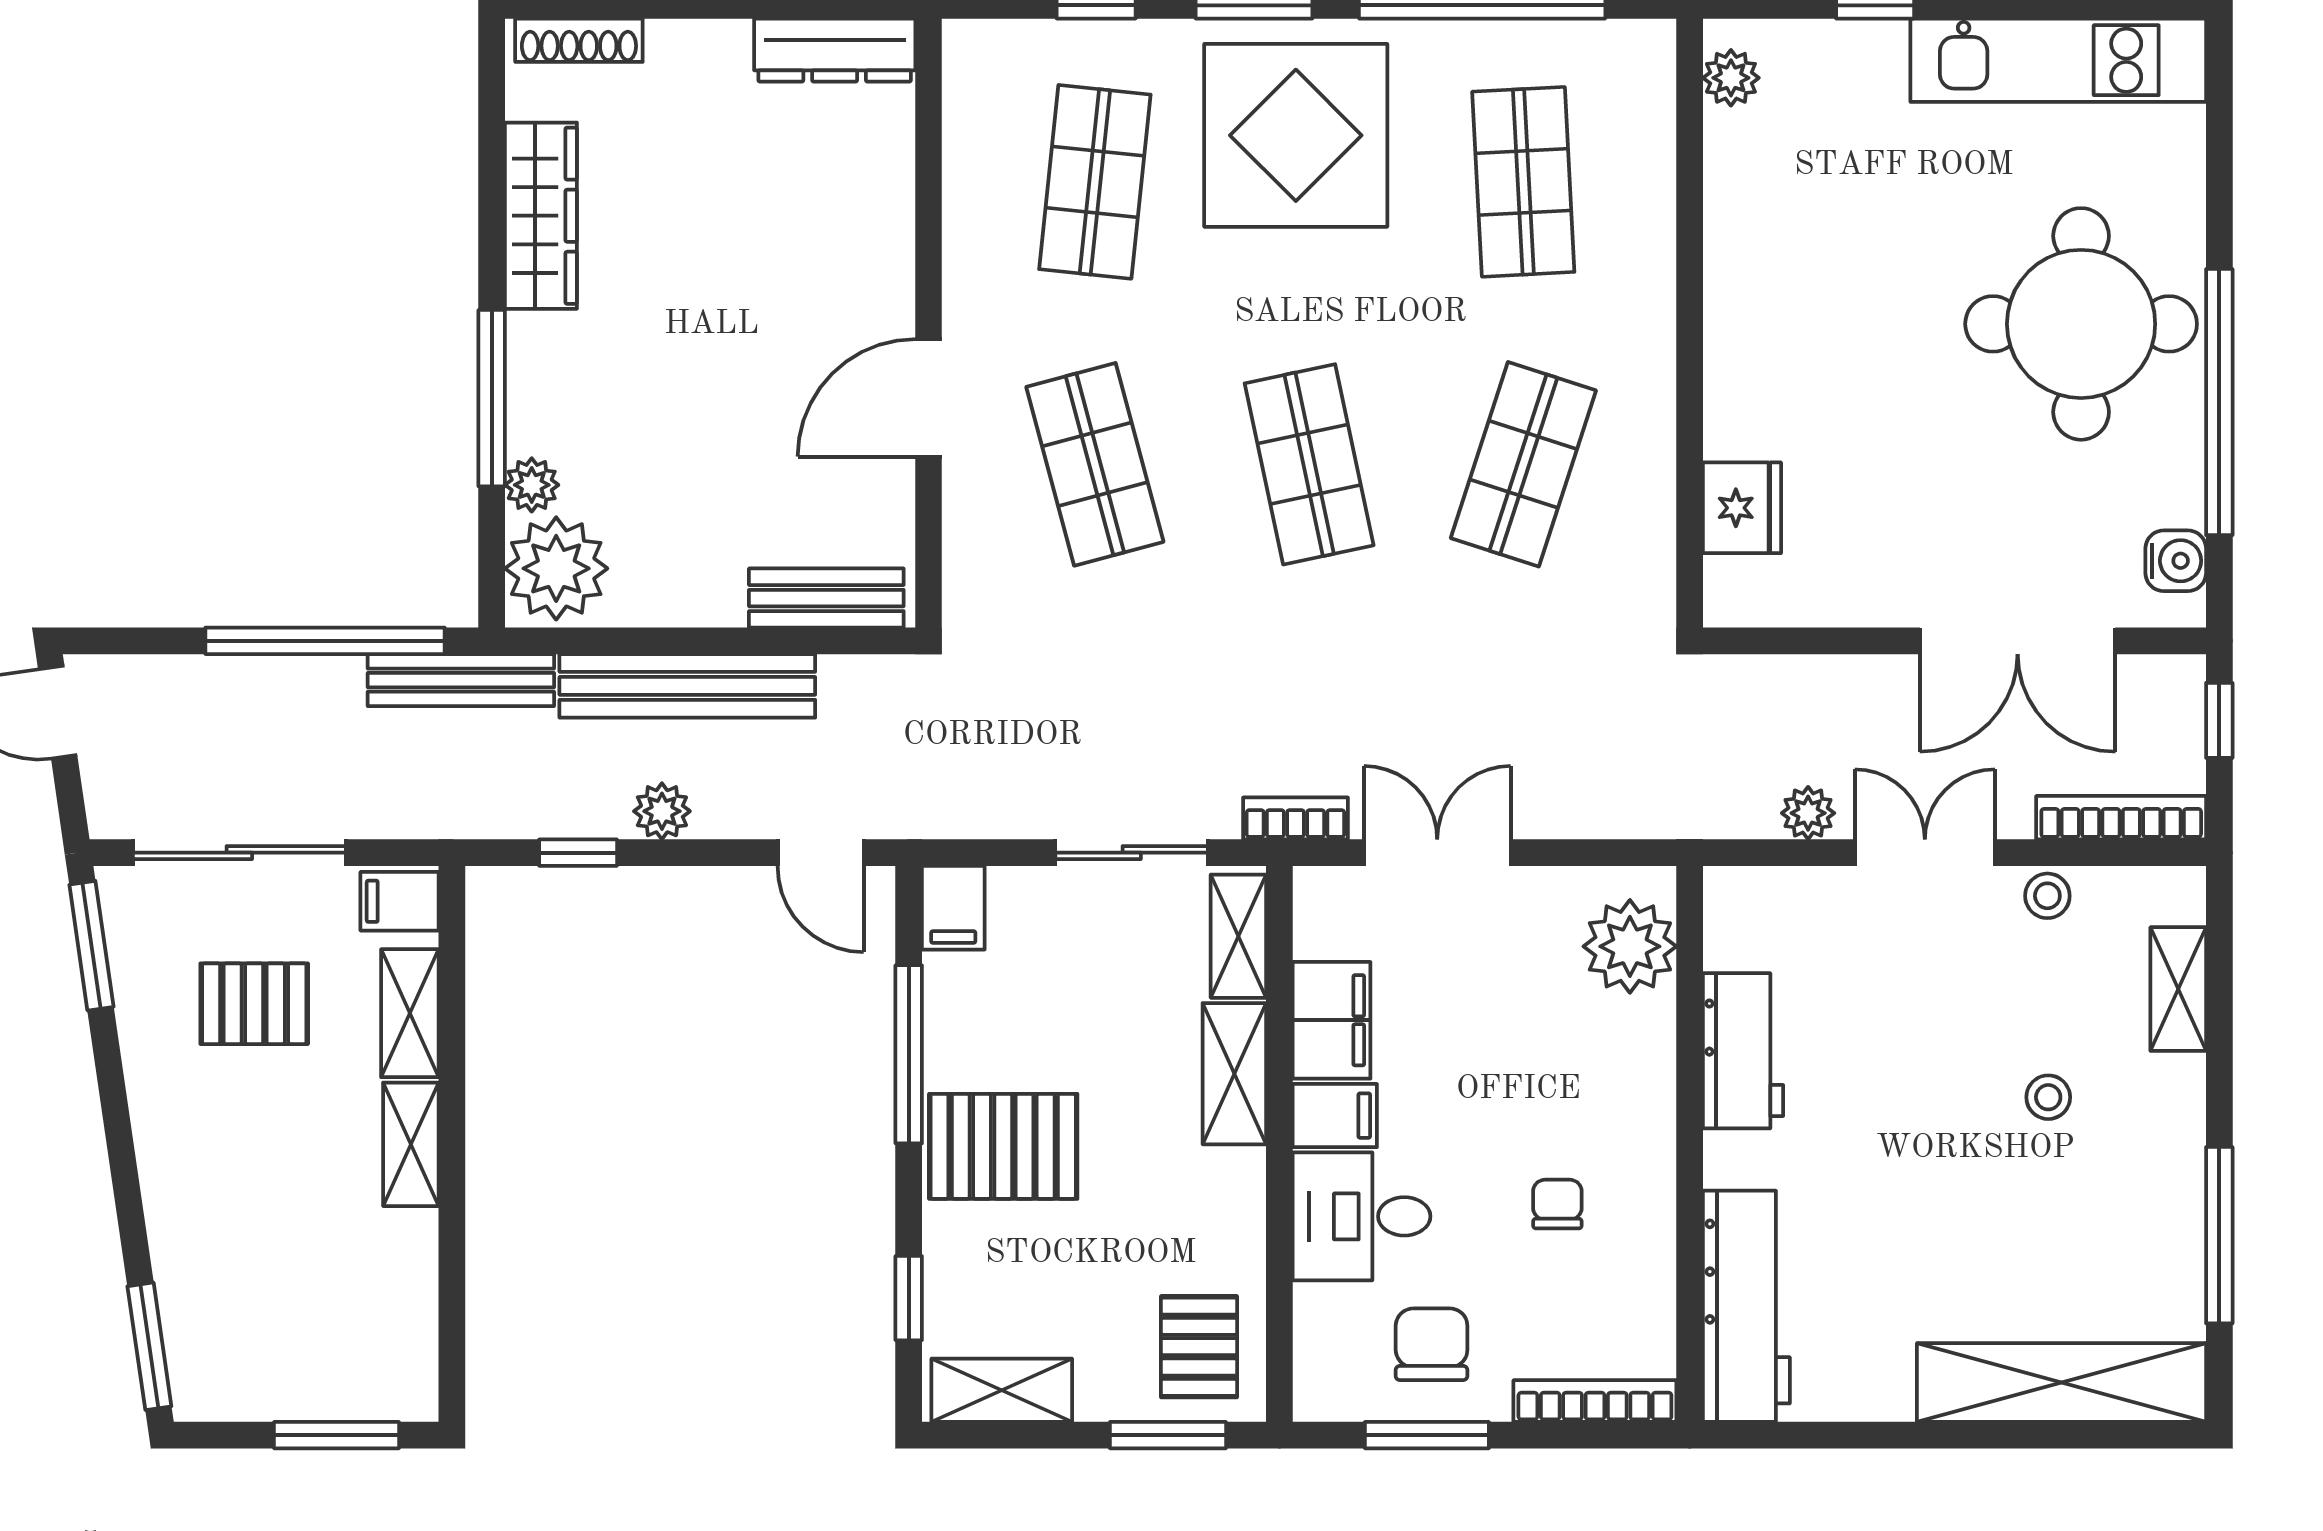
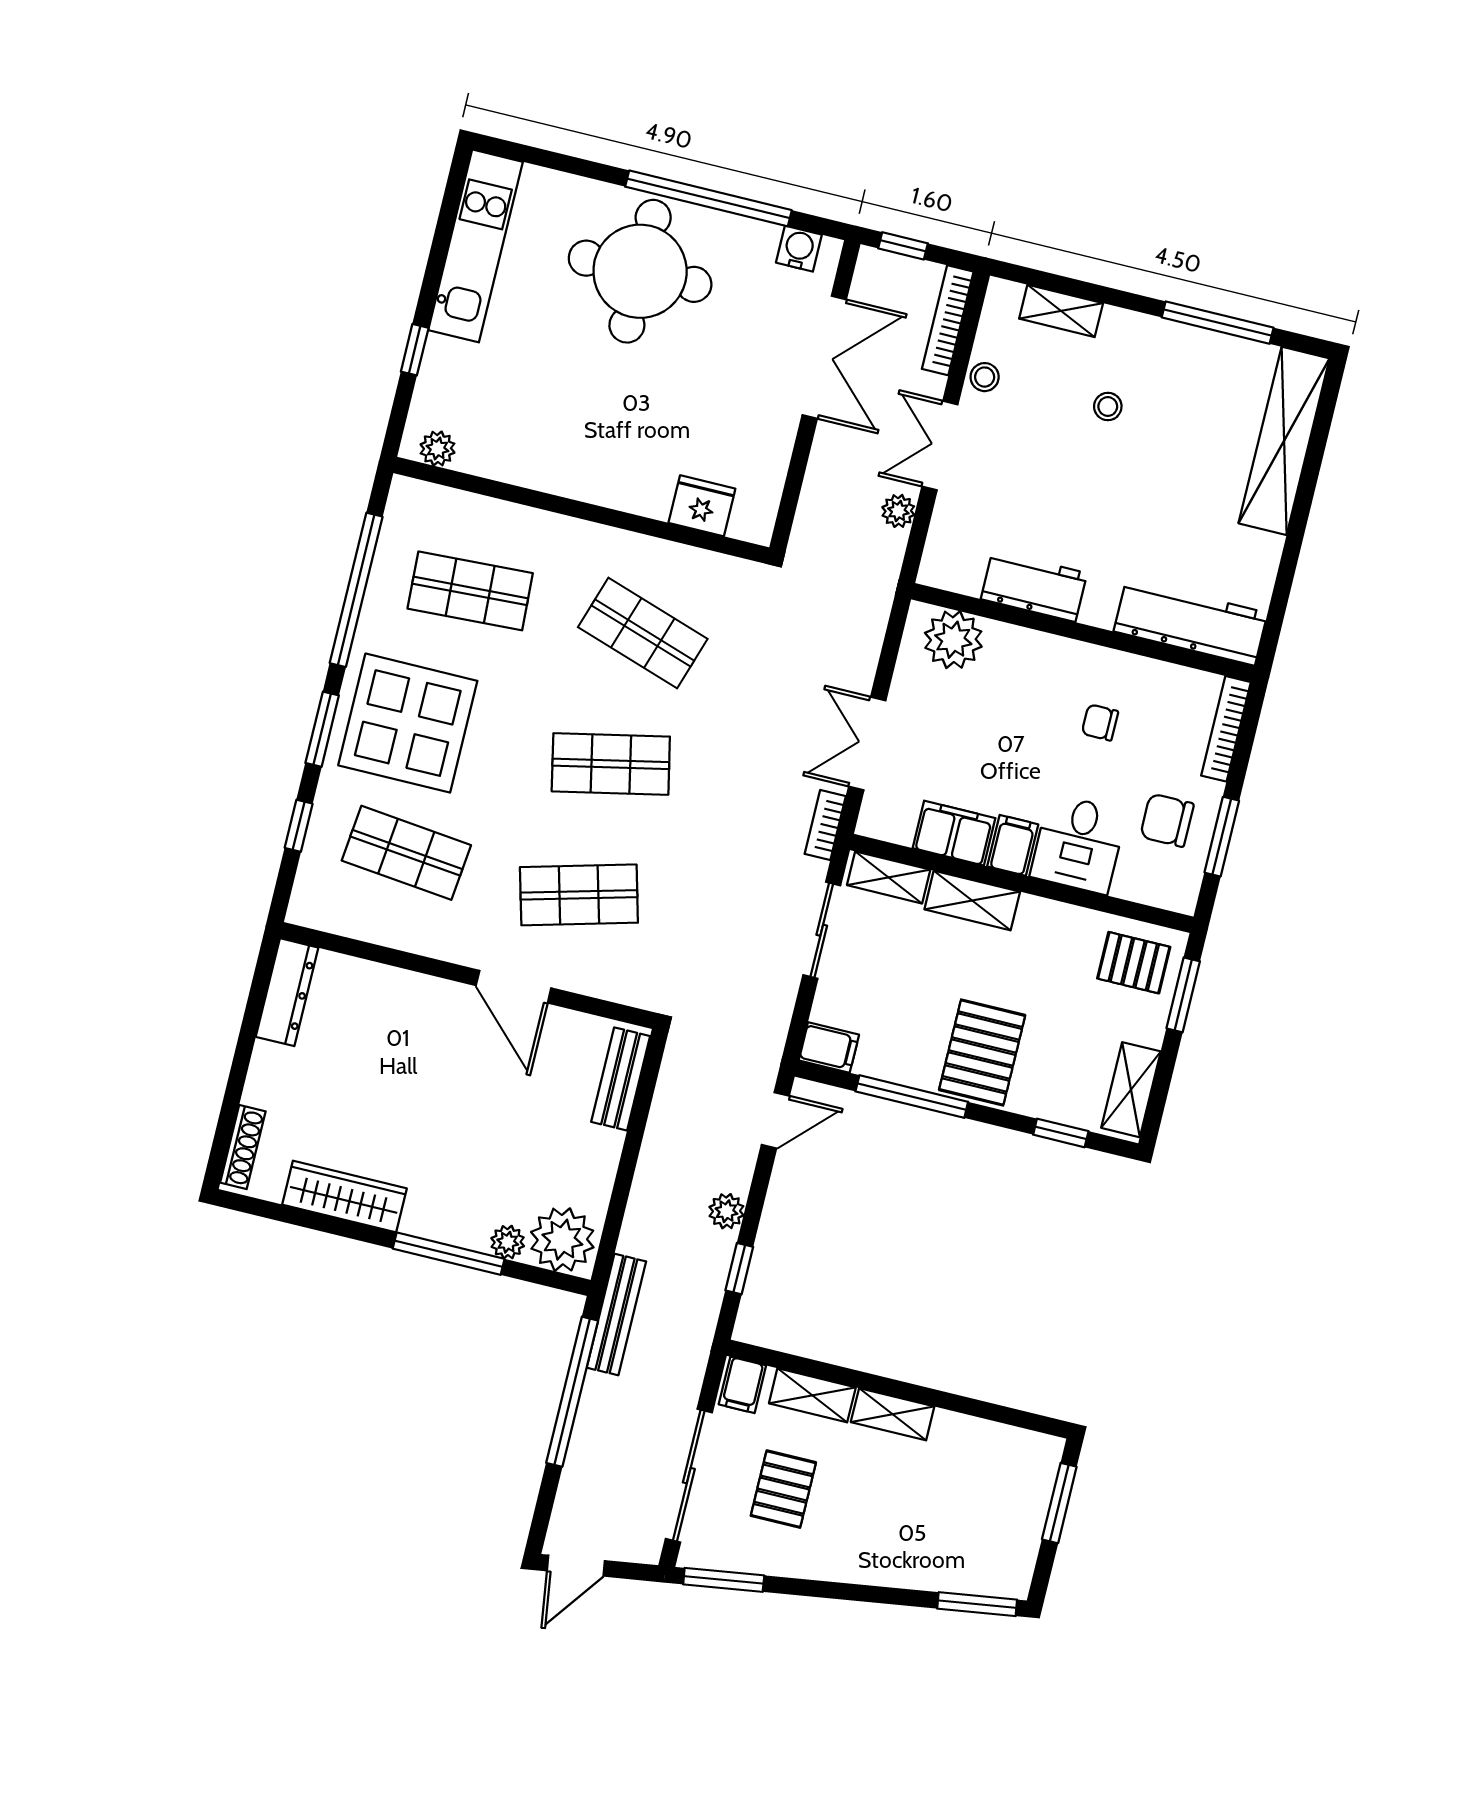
bench: (687, 686) -> (654, 1177), removed

